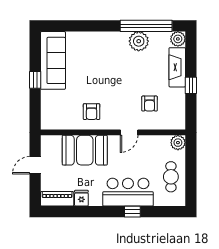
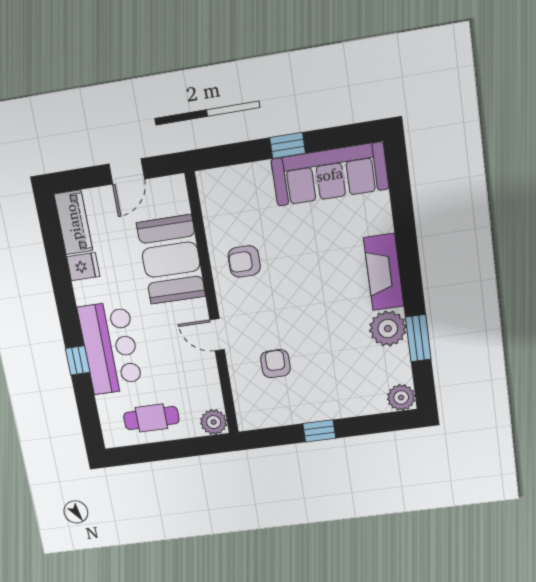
window: (146, 26) -> (418, 338), width x0.47
fireplace: (177, 67) -> (384, 272), moved, turned -90
armchair: (150, 104) -> (275, 364), turned 90
door: (35, 165) -> (127, 171), swing flipped

